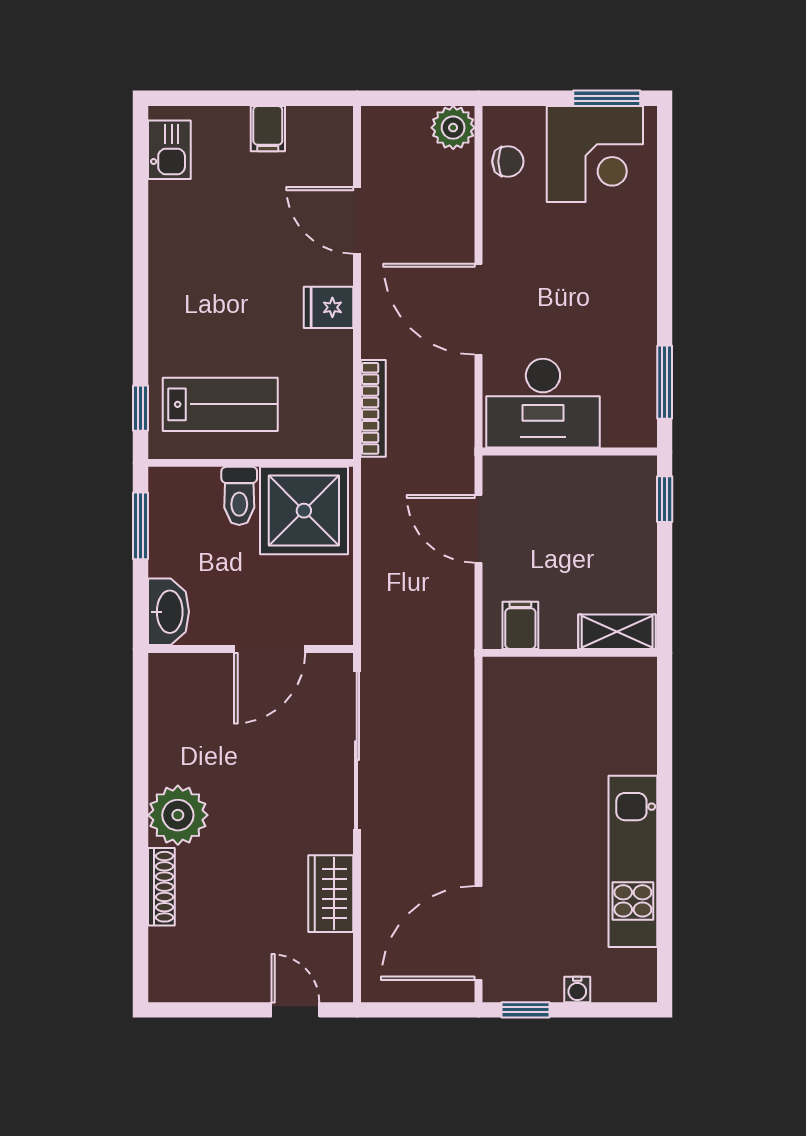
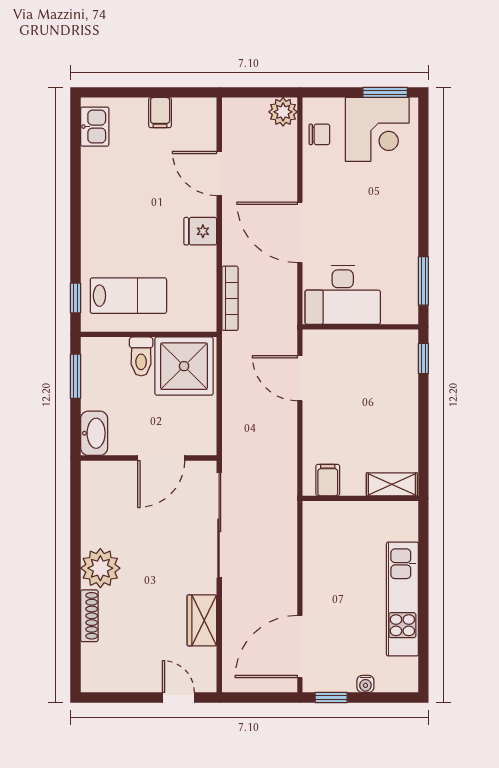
filing cabinet: (520, 625) -> (328, 480), moved
shelving: (617, 632) -> (392, 484), moved
wall: (570, 653) -> (360, 498), moved

